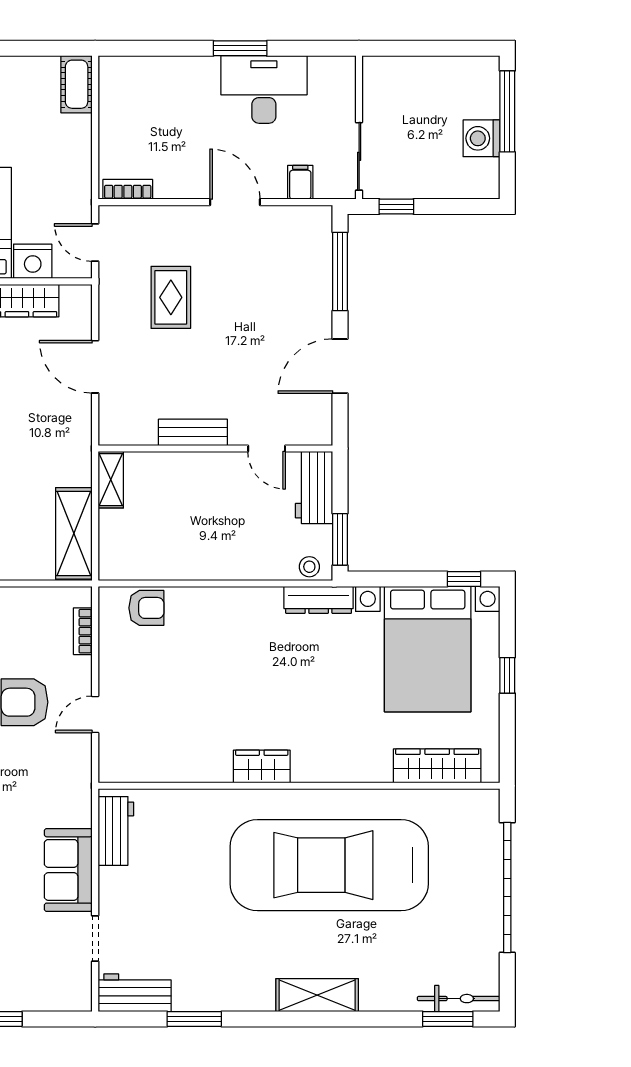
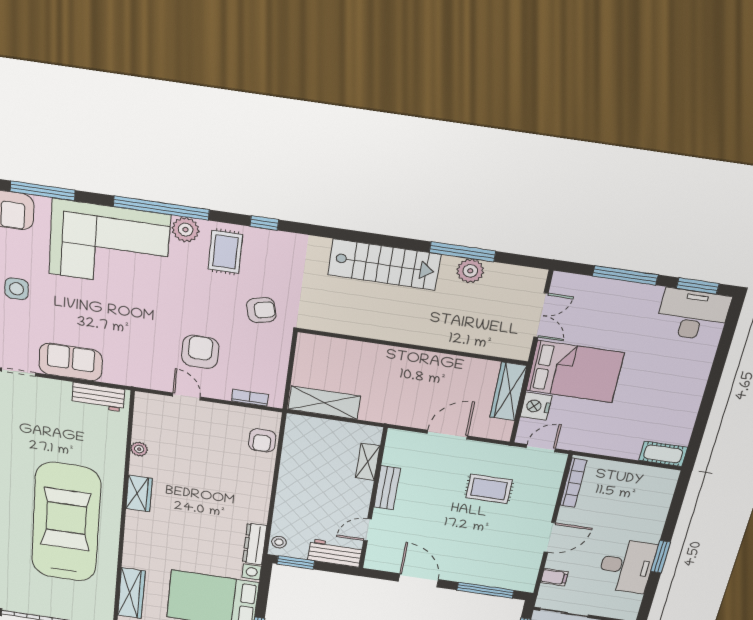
bookcase: (128, 189) -> (573, 483), width x1.56
shelving: (111, 480) -> (368, 462), moved, turned 90
plant: (189, 771) -> (139, 449), added

